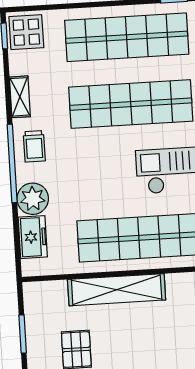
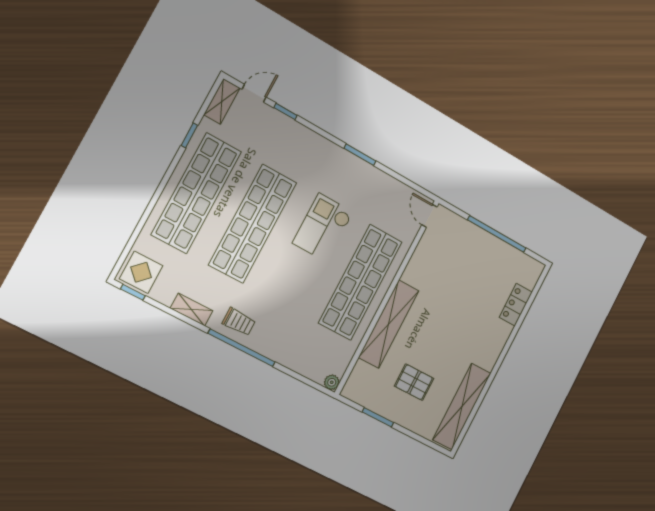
plant: (33, 199) -> (332, 382), moved, width x0.53, depth x0.53
freezer: (33, 237) -> (309, 366), removed

